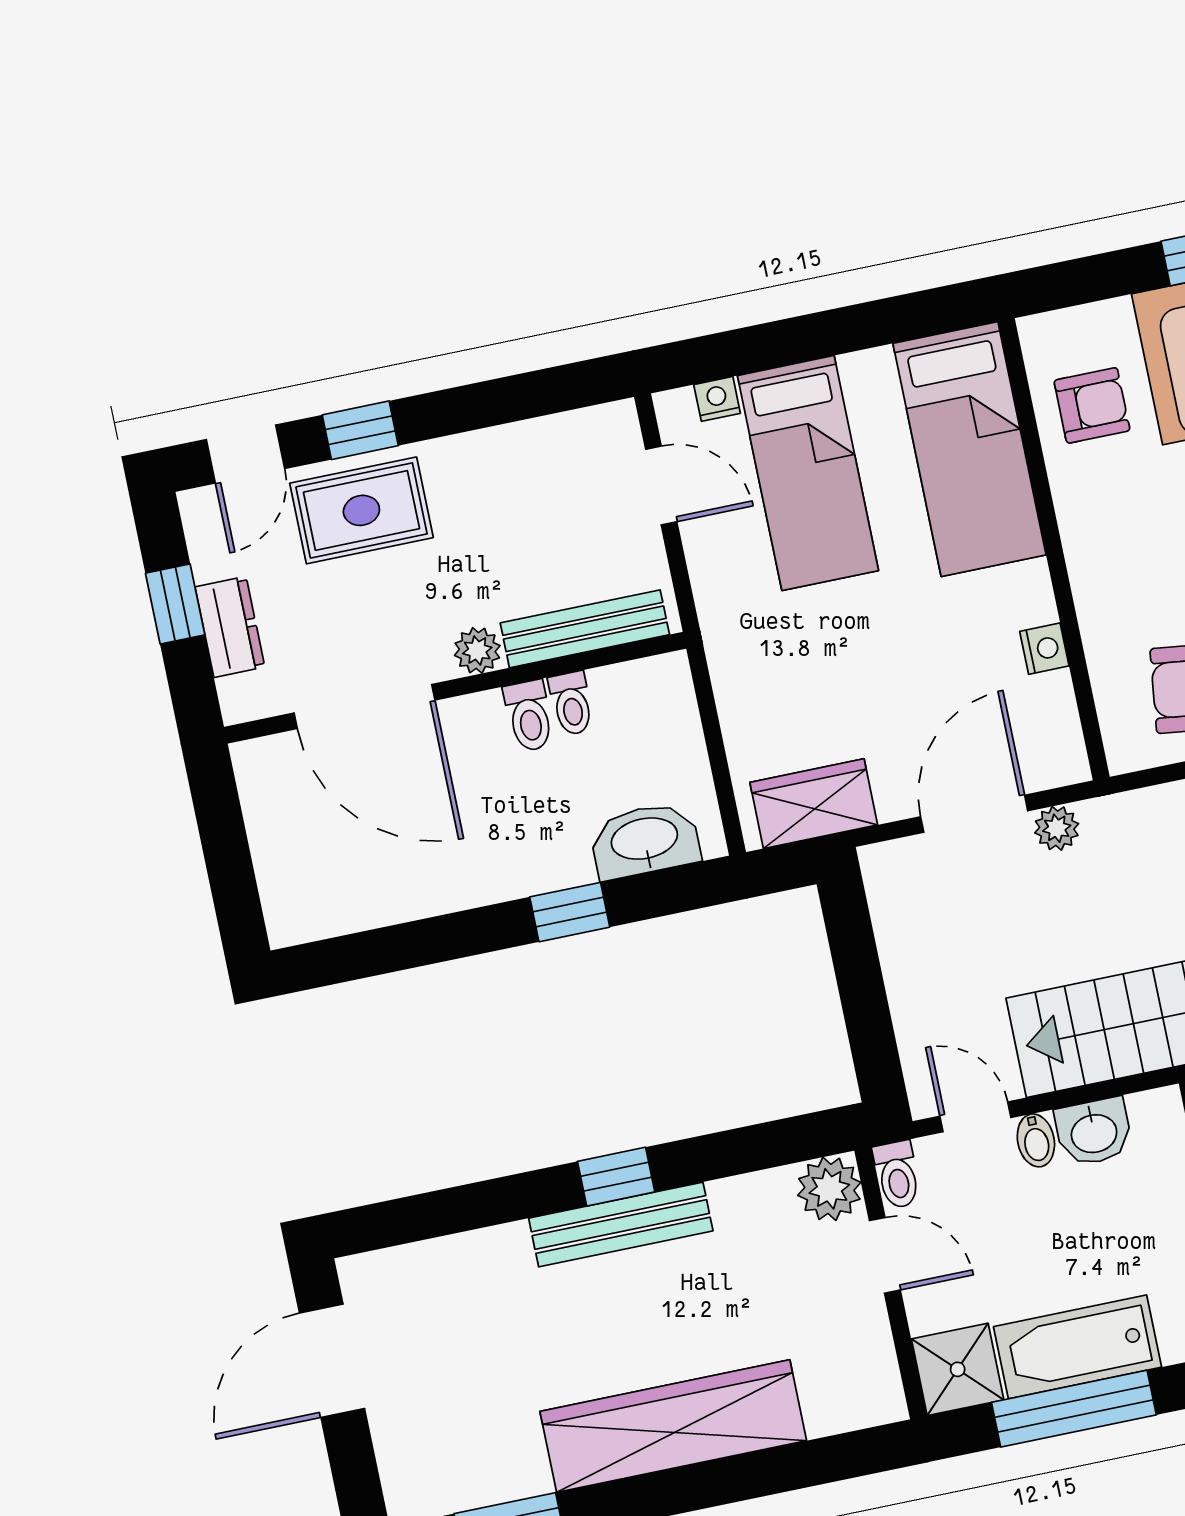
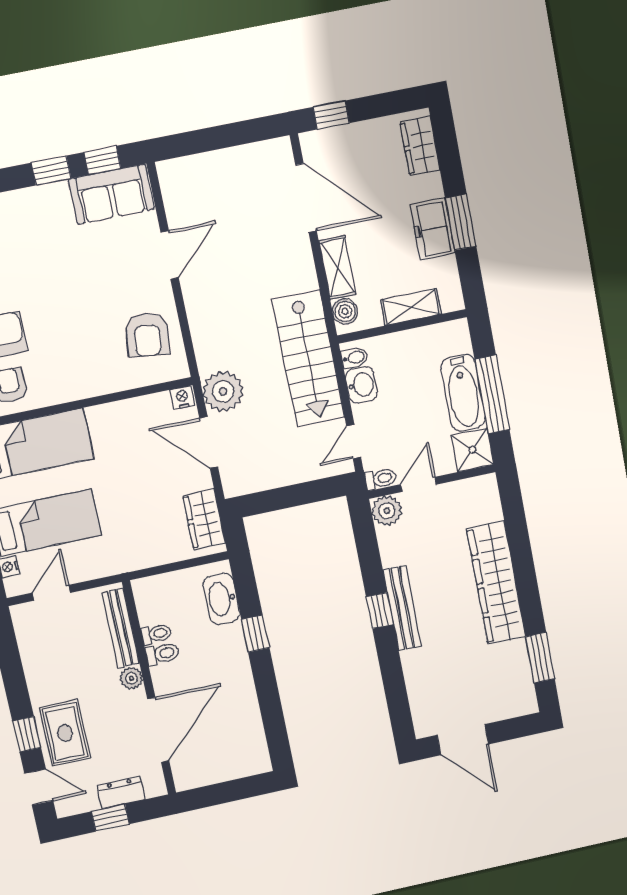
nightstand: (1044, 649) -> (182, 398), moved
plant: (1057, 828) -> (223, 391), width x1.87, depth x1.87
bidet: (1036, 1140) -> (354, 358), moved

